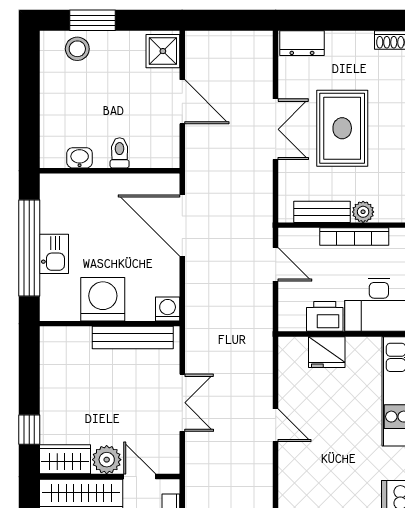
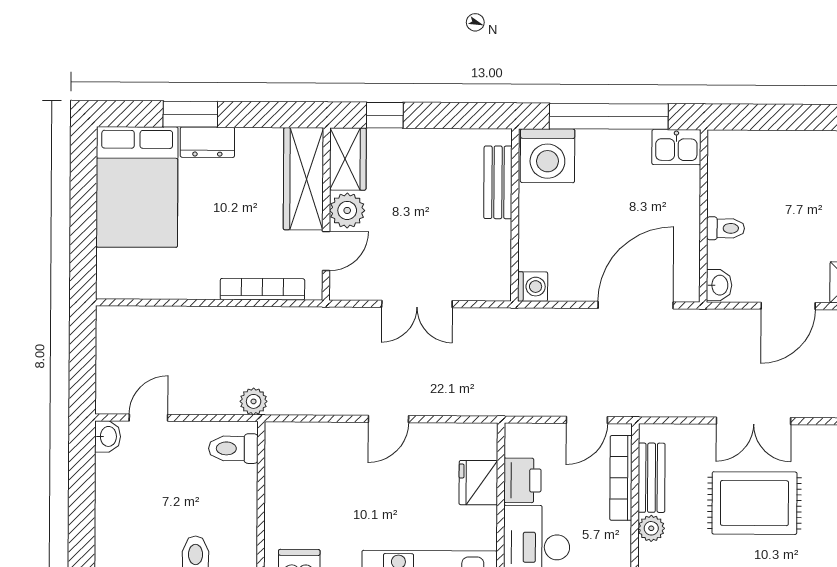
washbasin: (80, 158) -> (719, 285), moved
bookcase: (354, 237) -> (621, 478), moved
kitchen sink: (54, 254) -> (676, 147), moved
washing machine: (103, 299) -> (548, 156), moved, turned 90
bench: (133, 338) -> (498, 182), moved, width x0.73

